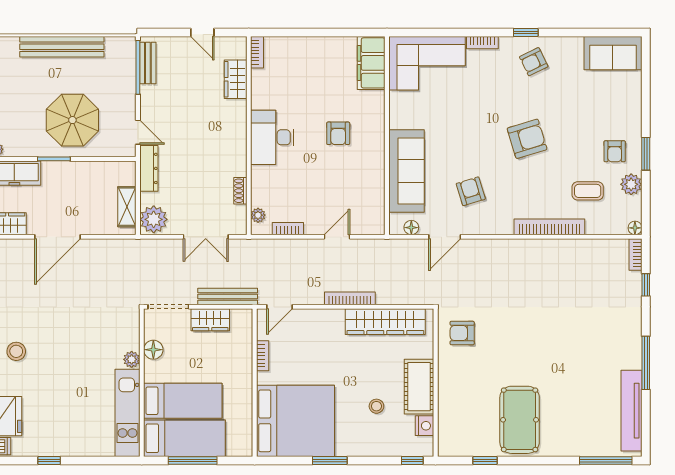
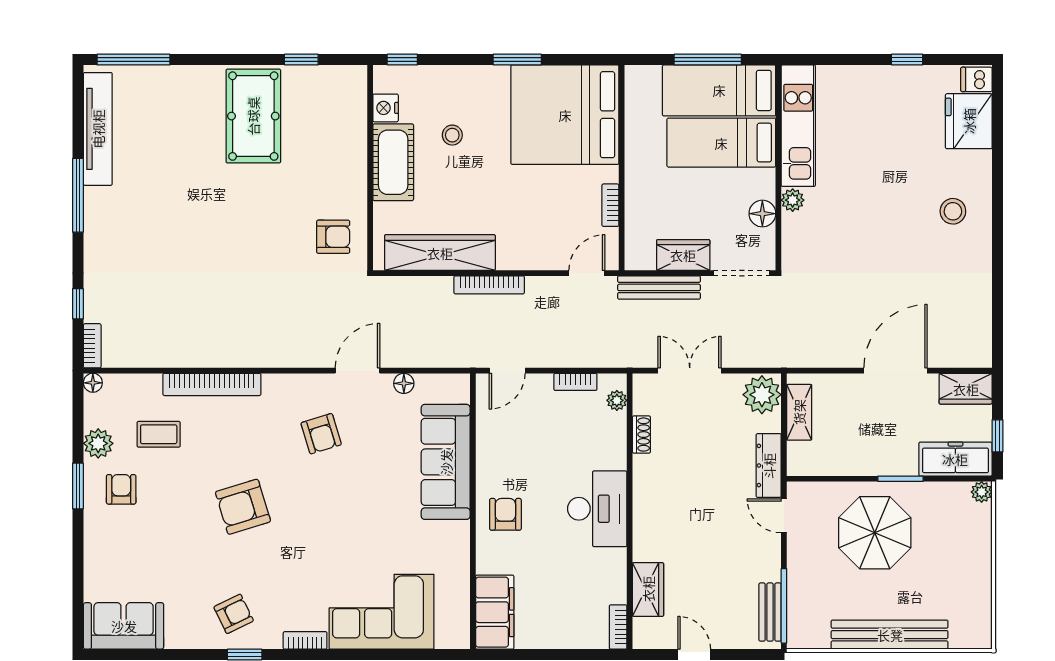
filing cabinet: (371, 63) -> (495, 612), moved
wall: (387, 136) -> (473, 511), moved
sofa: (406, 171) -> (446, 462), moved

